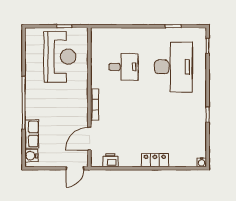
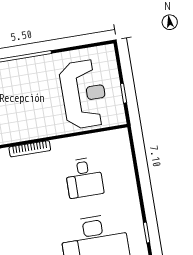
reception desk: (60, 57) -> (84, 94), turned -90

